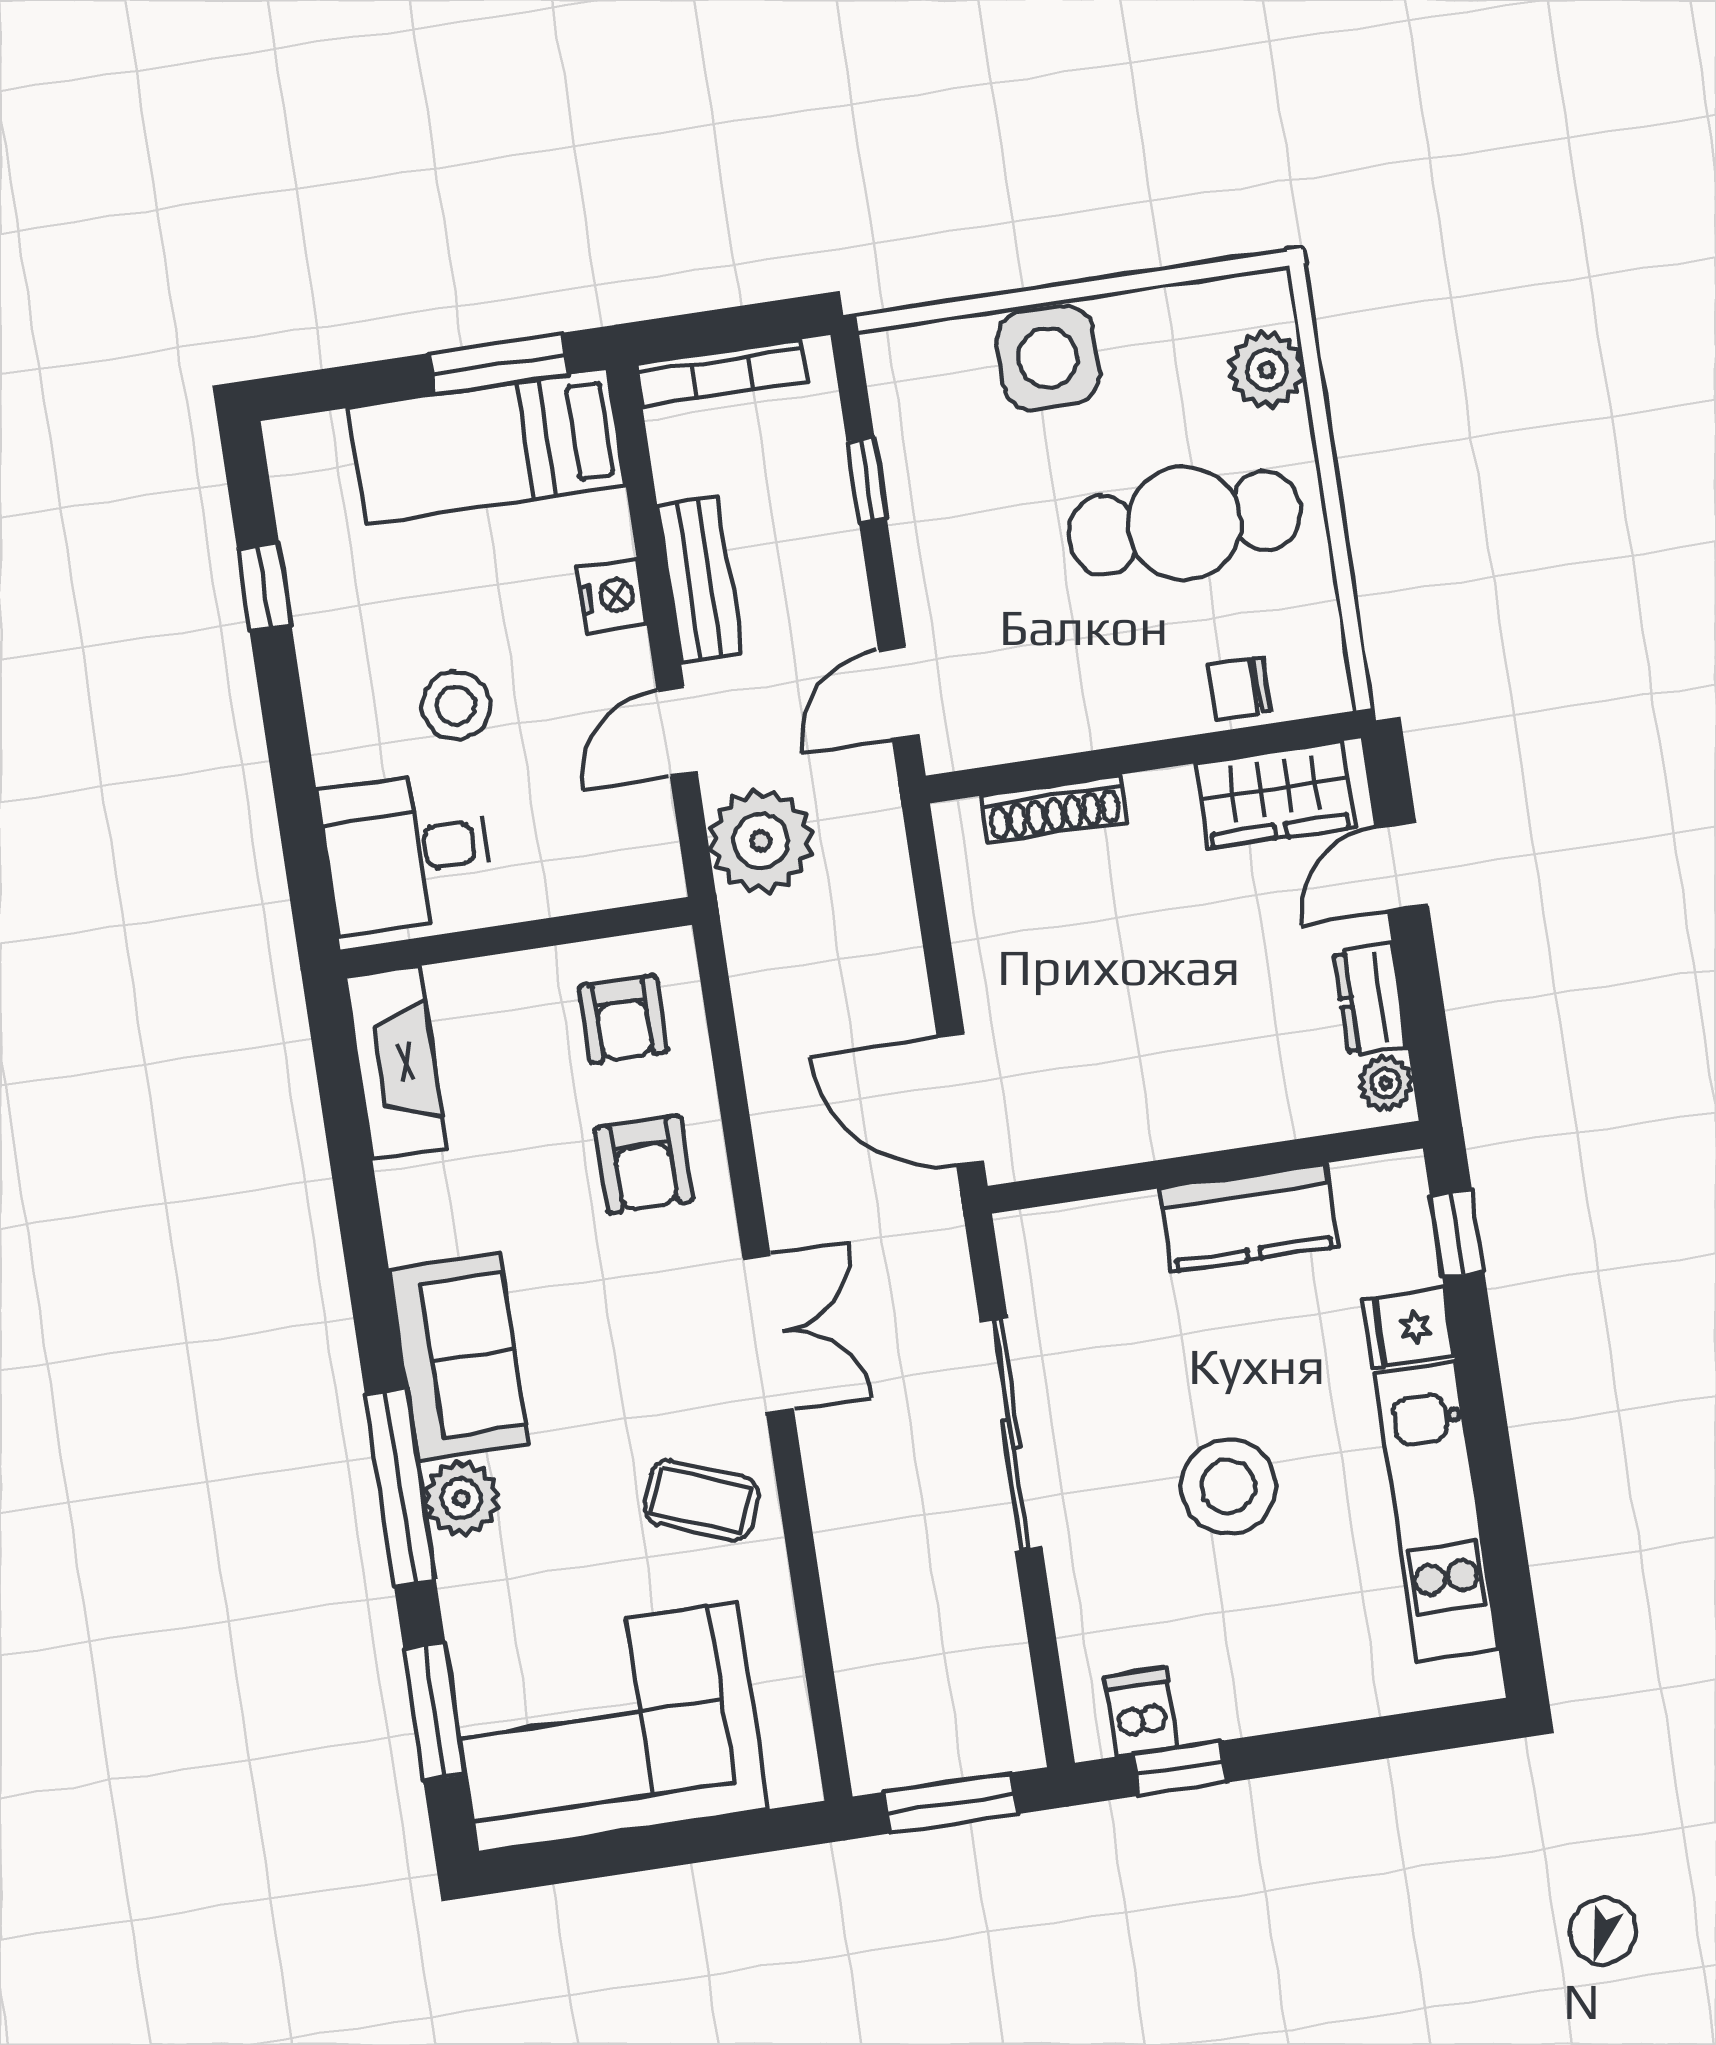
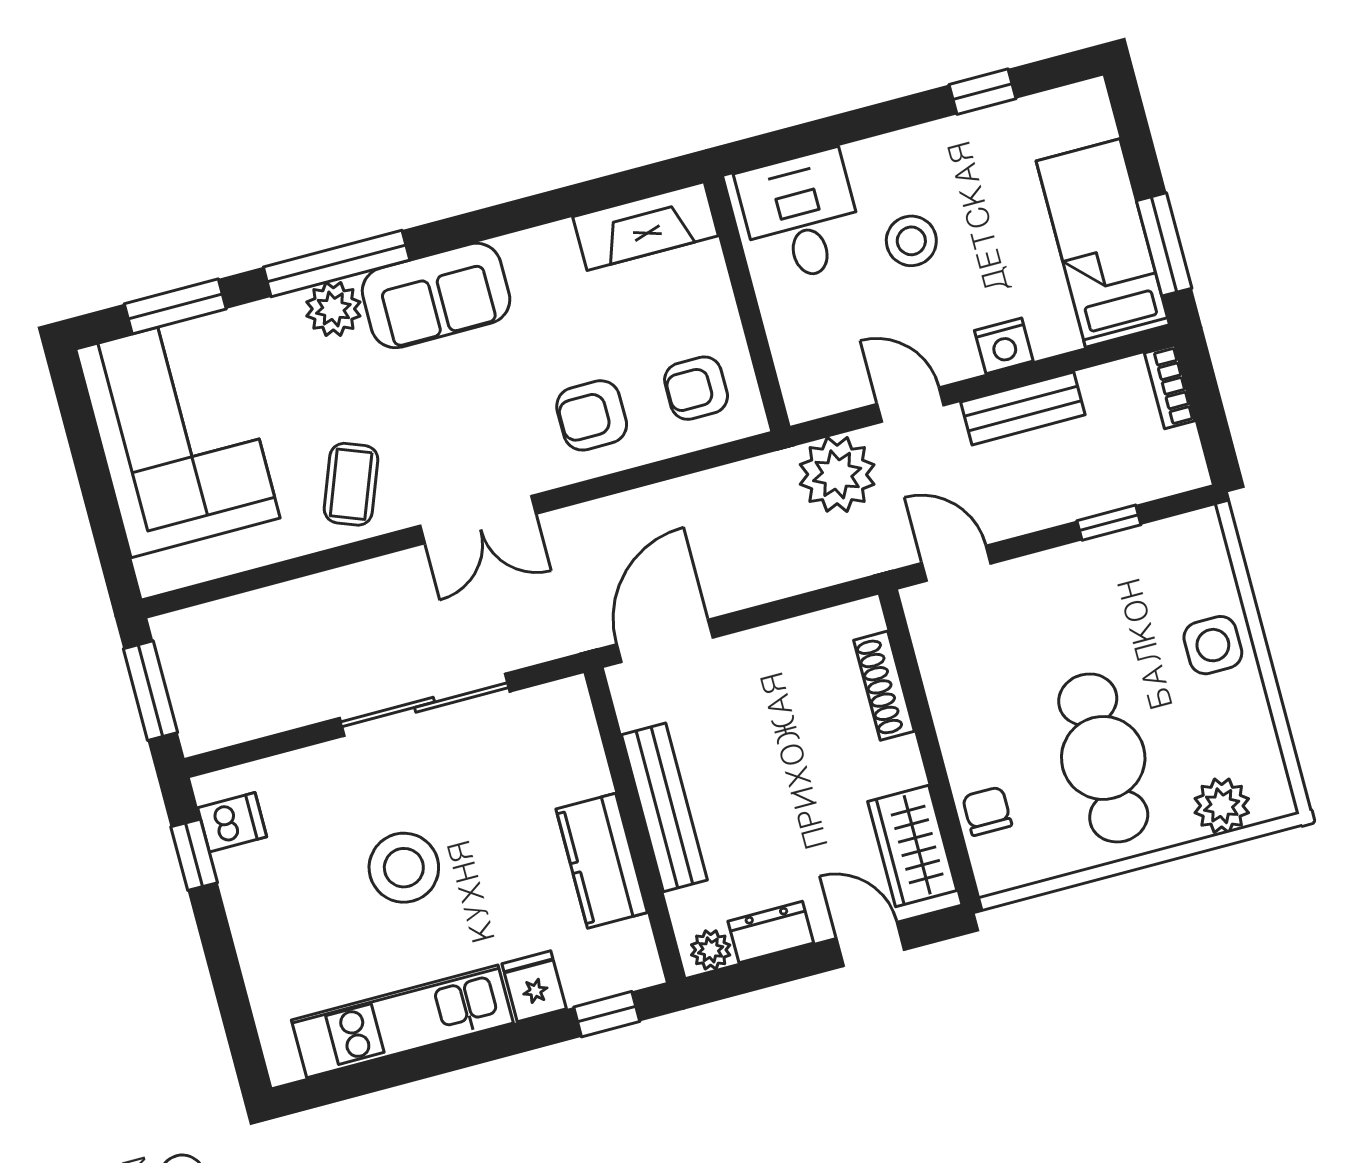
side table: (1048, 358) -> (1213, 645), width x0.73, depth x0.73
bookcase: (722, 373) -> (1170, 387), width x0.64
bench: (1186, 1124) -> (664, 807), added

